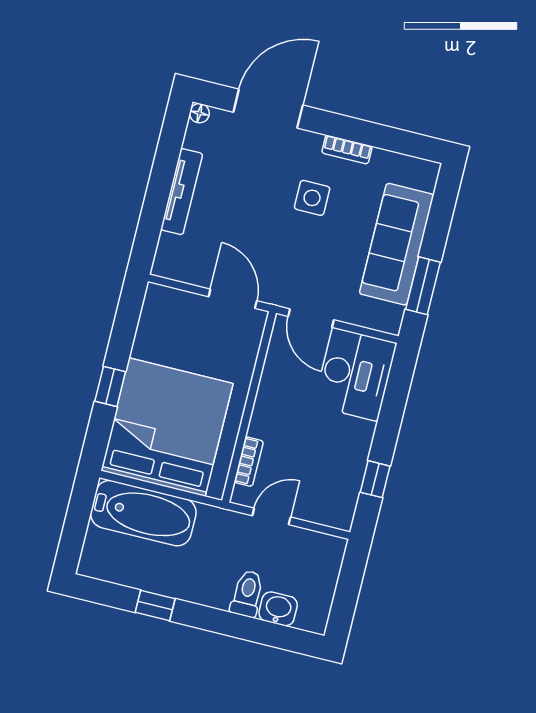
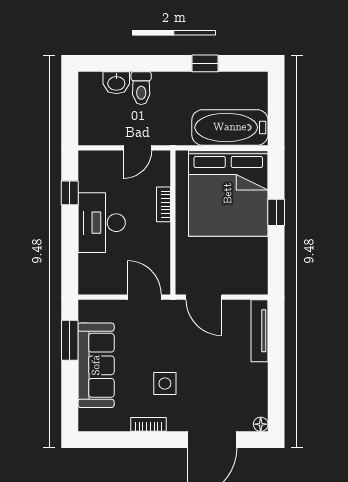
tv unit: (182, 192) -> (259, 331), moved
desk: (357, 375) -> (102, 223), moved
bookcase: (249, 462) -> (163, 204), moved

